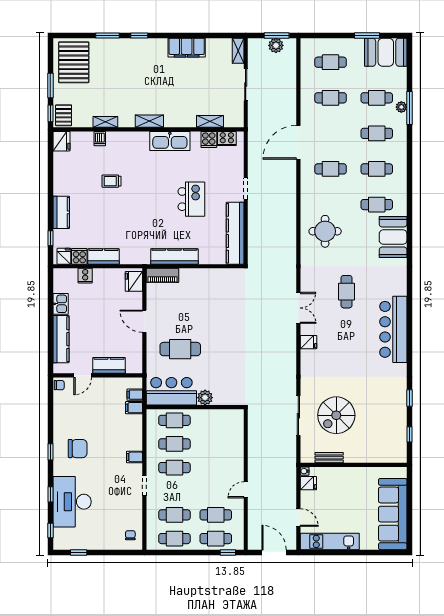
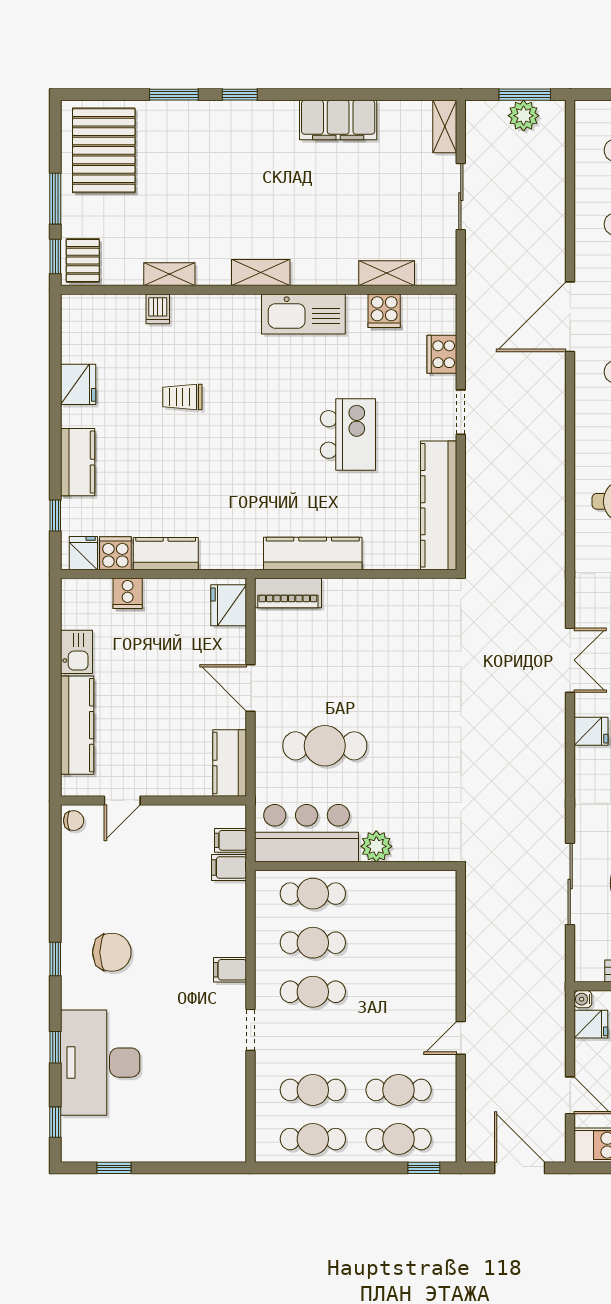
cooker: (227, 139) -> (442, 354), moved, turned 90
fridge: (61, 141) -> (78, 384), moved
kitchen counter: (109, 365) -> (230, 763), moved, turned -90
chair: (130, 535) -> (221, 1132), removed

